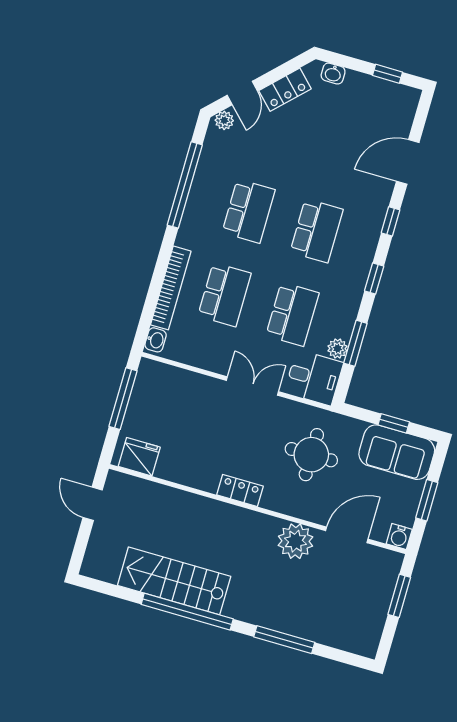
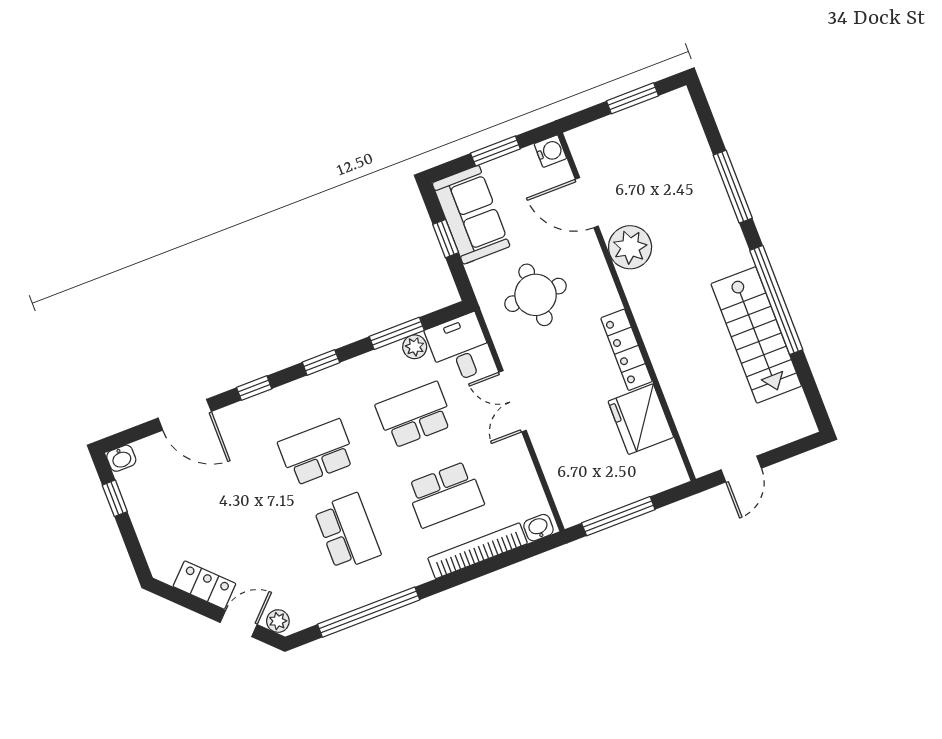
washbasin: (333, 74) -> (121, 458), moved, turned 90
school desk: (249, 211) -> (347, 532), turned 90
school desk: (224, 295) -> (445, 494), turned 180
fridge: (139, 457) -> (641, 419), moved, width x1.36, depth x1.34
locker: (240, 491) -> (626, 350), width x1.53
window: (399, 596) -> (633, 98), moved

